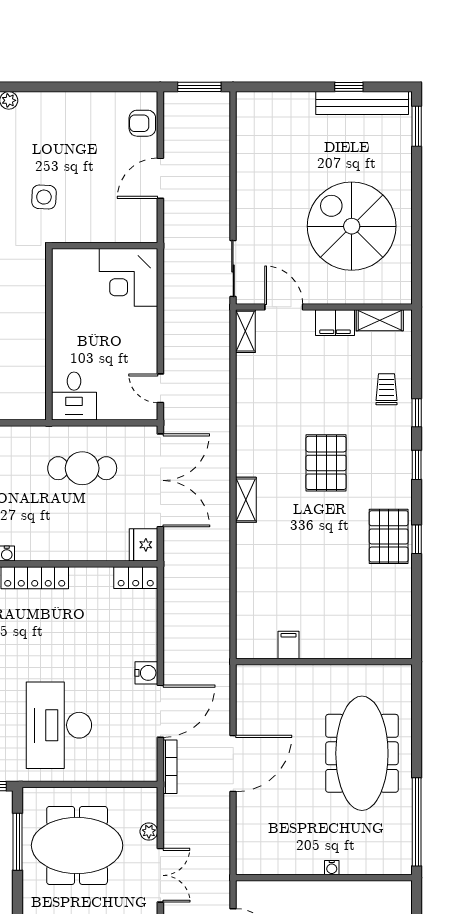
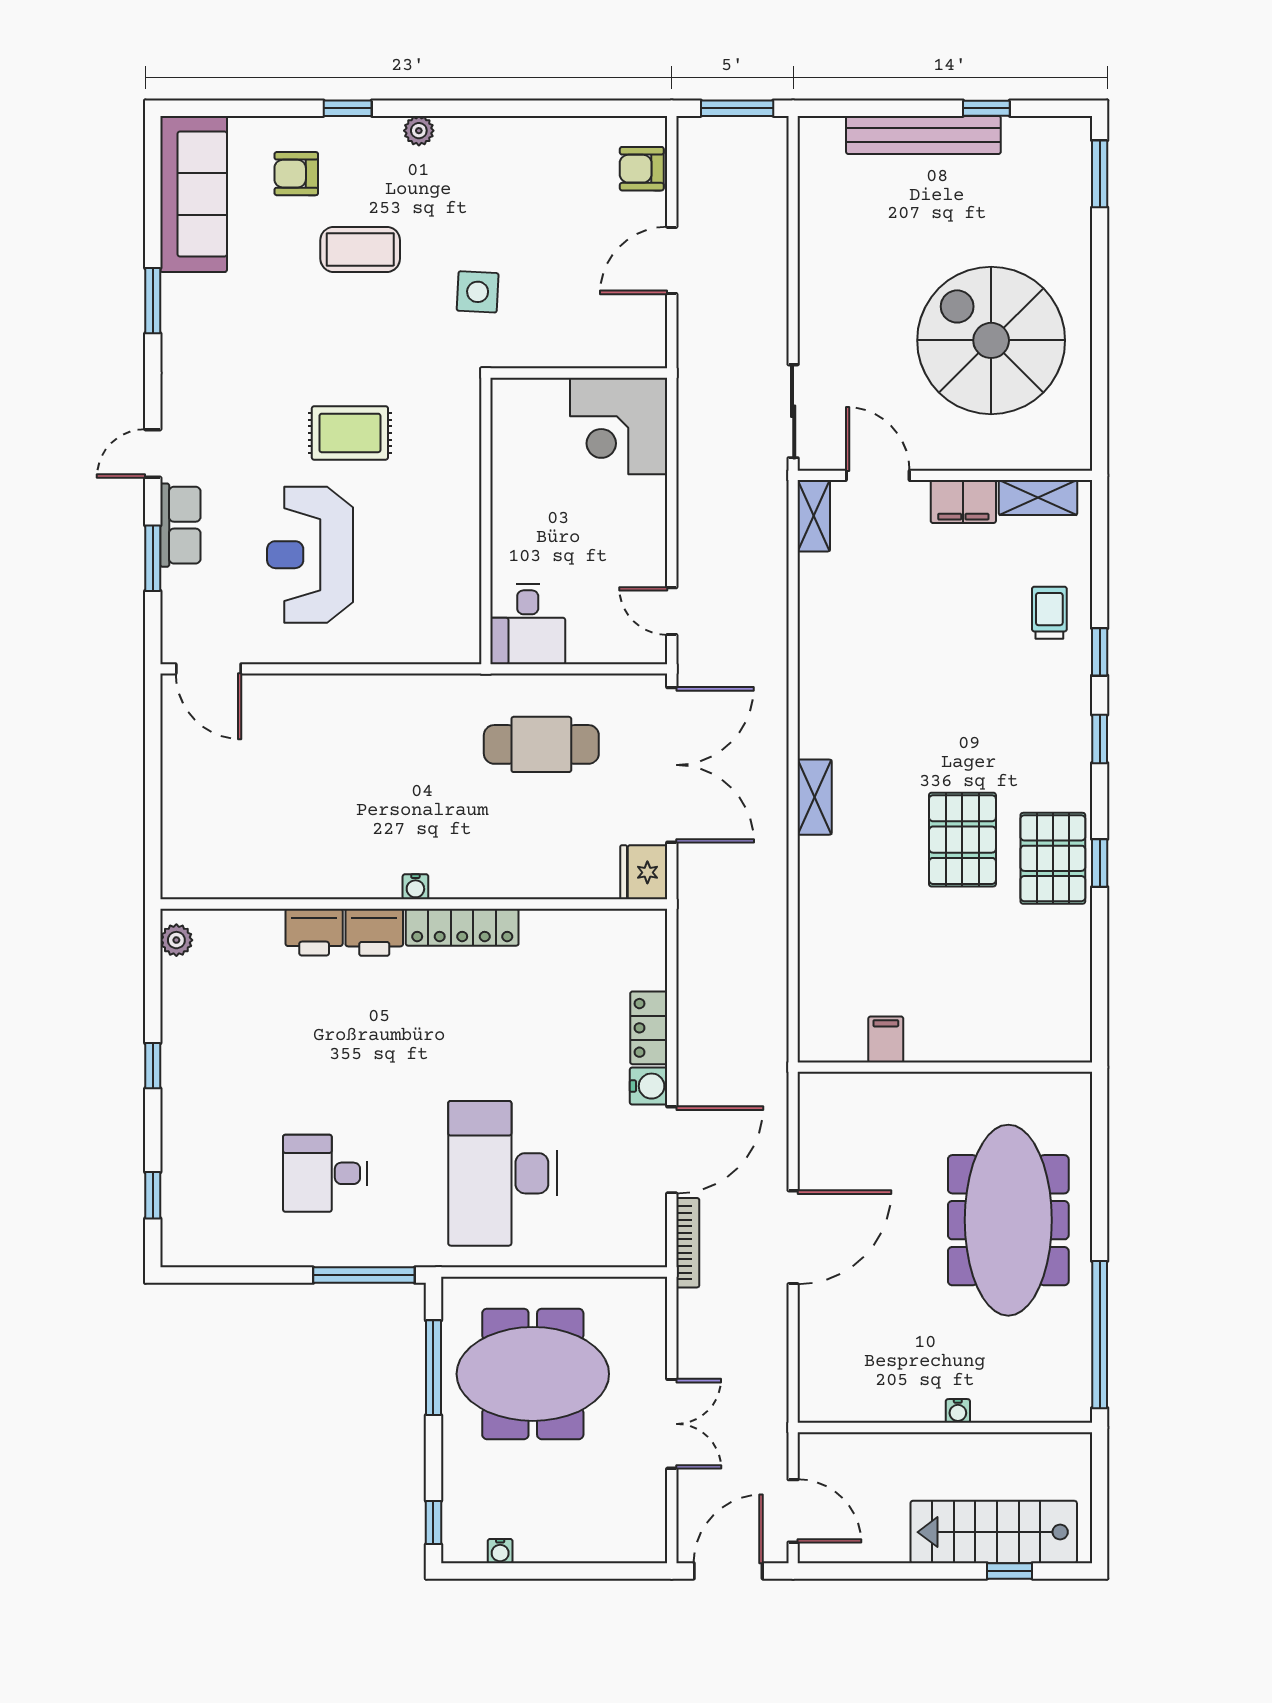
bench: (362, 103) -> (923, 135), moved
pallet: (326, 463) -> (962, 840), moved
locker: (136, 578) -> (649, 1028), moved, turned 90
plant: (149, 832) -> (653, 1351), removed

